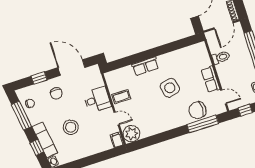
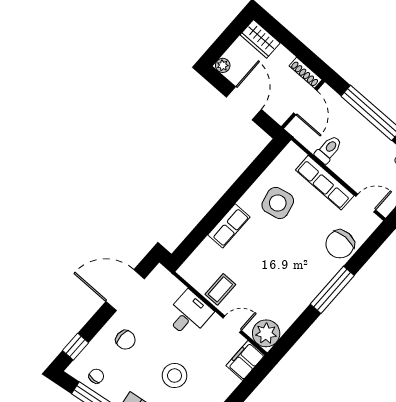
window: (39, 78) -> (75, 347), moved
row of seats: (210, 79) -> (325, 183), width x1.48
side table: (170, 88) -> (278, 203), moved
window: (203, 124) -> (332, 290), moved
filing cabinet: (117, 140) -> (245, 361), width x2.00

